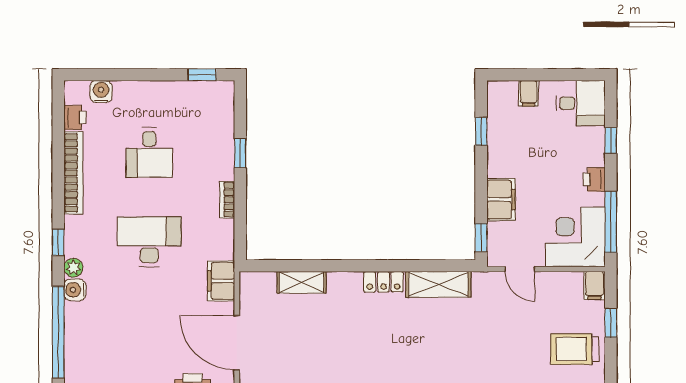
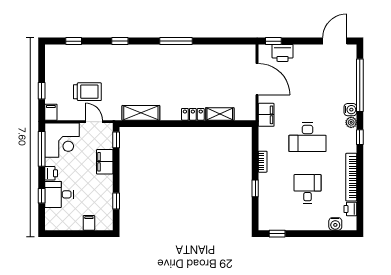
desk: (581, 103) -> (59, 194), moved
locker: (383, 282) -> (193, 114), moved
trolley: (575, 349) -> (87, 92), moved

